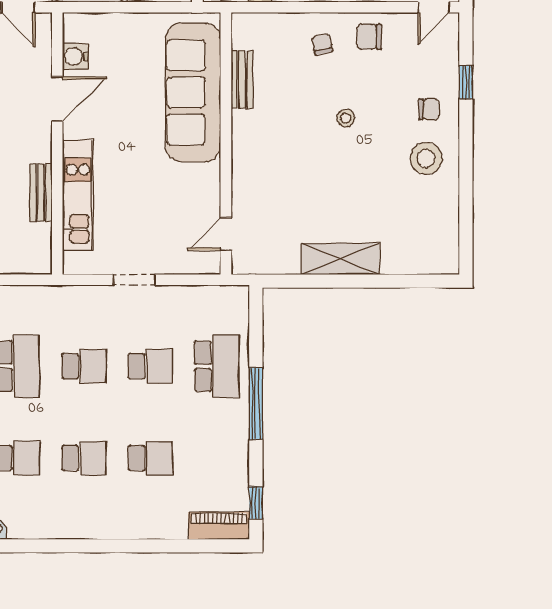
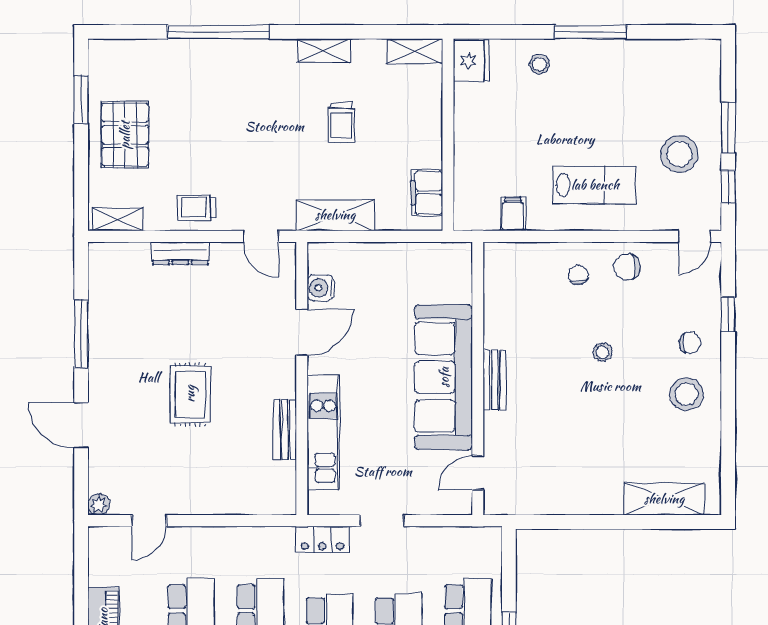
bench: (242, 79) -> (495, 380), moved
sofa: (193, 92) -> (444, 377), moved
shelving: (340, 259) -> (664, 499), moved
locker: (77, 298) -> (322, 539), added

